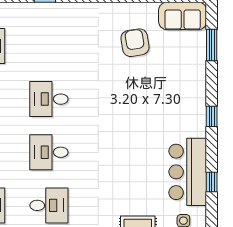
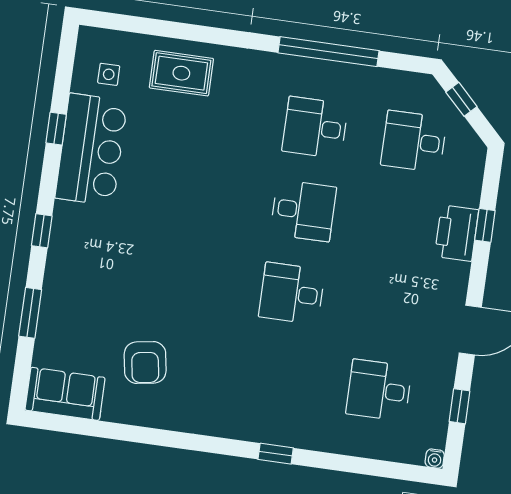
window: (212, 45) -> (30, 313), moved
desk: (49, 99) -> (292, 293), turned 180

